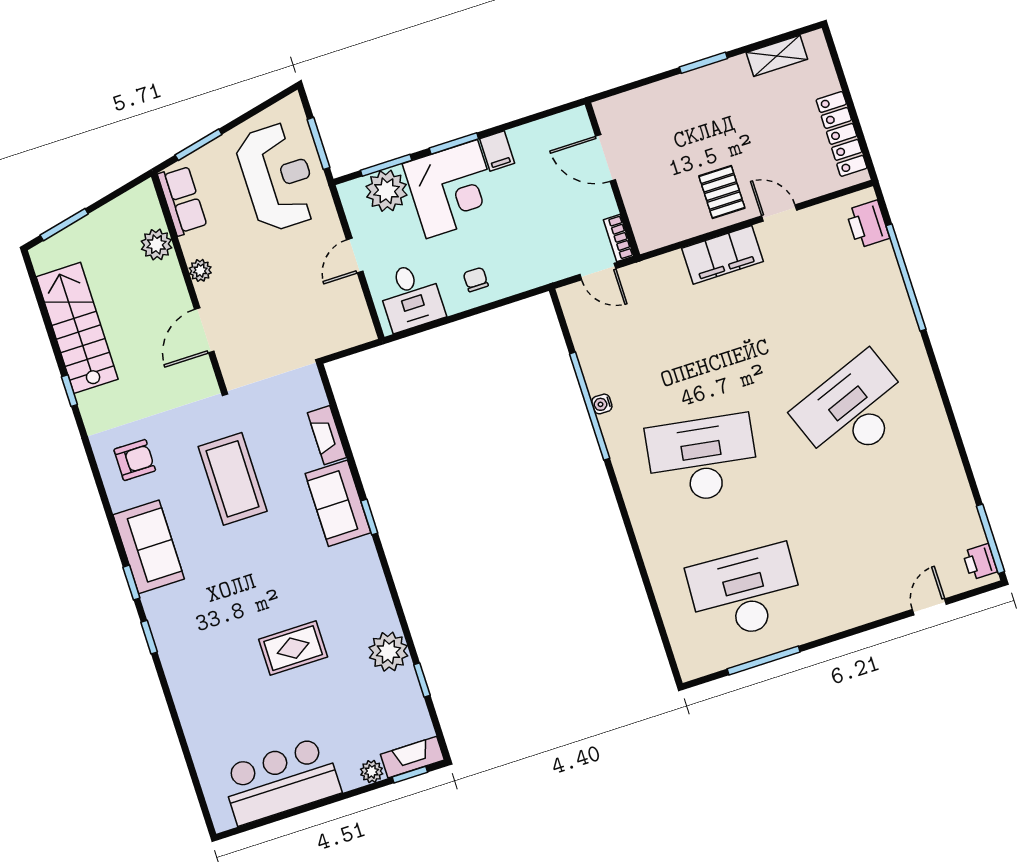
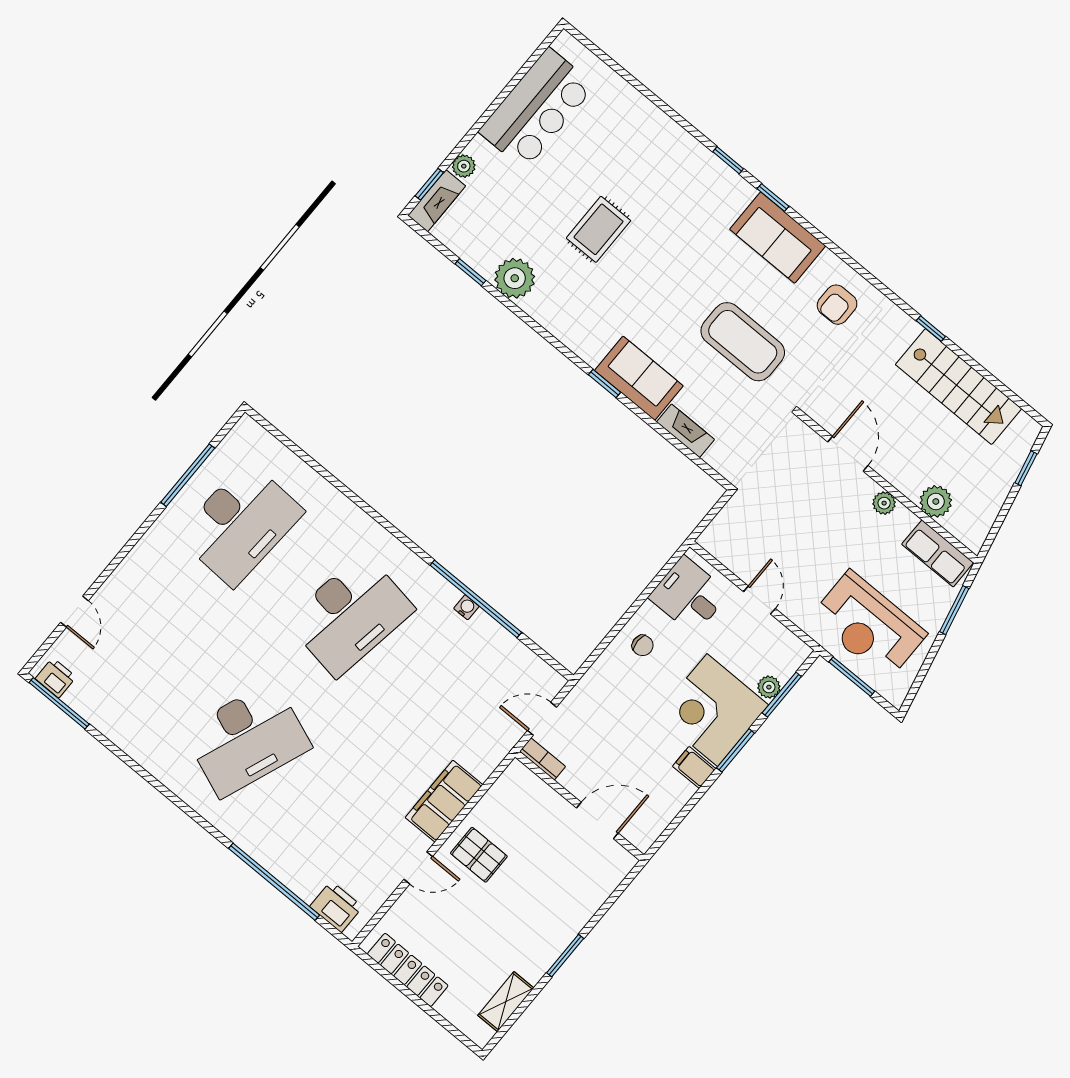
plant: (386, 191) -> (769, 687), width x0.53, depth x0.53
window: (64, 225) -> (1026, 468), width x0.67
desk: (853, 410) -> (247, 739), turned 42

